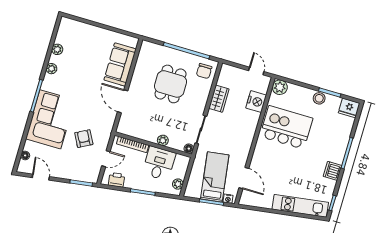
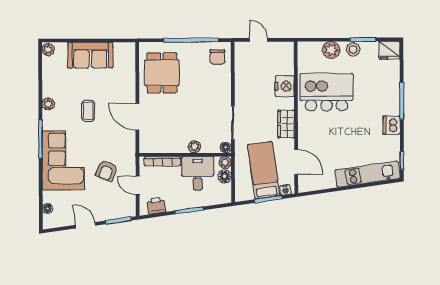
plant: (57, 49) -> (48, 50), moved
sofa: (120, 64) -> (90, 55), moved, turned -90
door: (256, 71) -> (259, 40), moved
coffee table: (83, 84) -> (88, 111), added
dining table: (171, 84) -> (162, 73), moved
plant: (280, 87) -> (331, 50), moved
wardrobe: (219, 99) -> (286, 124), moved, turned 180
nightstand: (256, 102) -> (285, 86), moved
armchair: (84, 139) -> (107, 171), turned -130
door: (106, 159) -> (138, 186), swing flipped
floor lamp: (181, 172) -> (225, 176), added
door: (41, 177) -> (85, 225), moved
plant: (178, 184) -> (225, 162), moved

